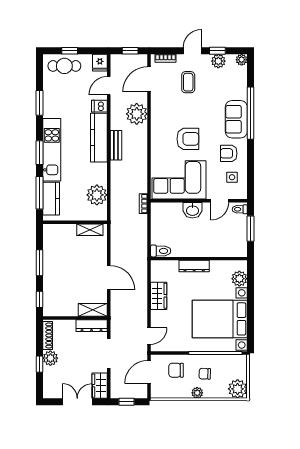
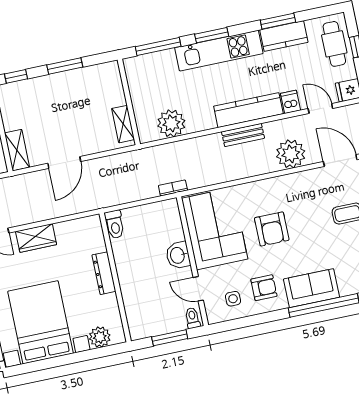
armchair: (229, 153) -> (264, 288), turned 90
kitchen counter: (51, 199) -> (284, 36), moved
wardrobe: (159, 296) -> (36, 238), moved

